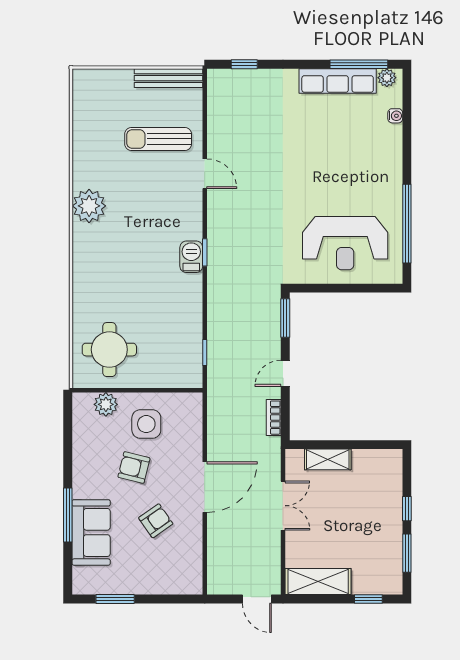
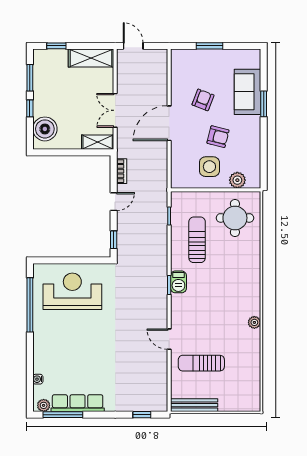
sun lounger: (158, 139) -> (201, 363), turned 180
plant: (89, 206) -> (254, 322), width x0.53, depth x0.53
sun lounger: (164, 318) -> (197, 240), added
window: (285, 318) -> (114, 240), width x0.67
shelving: (328, 459) -> (98, 142), moved
boiler: (385, 479) -> (45, 129), added
window: (68, 515) -> (264, 104), width x0.69
armchair: (156, 521) -> (203, 100), turned 146
window: (115, 599) -> (210, 46), moved

